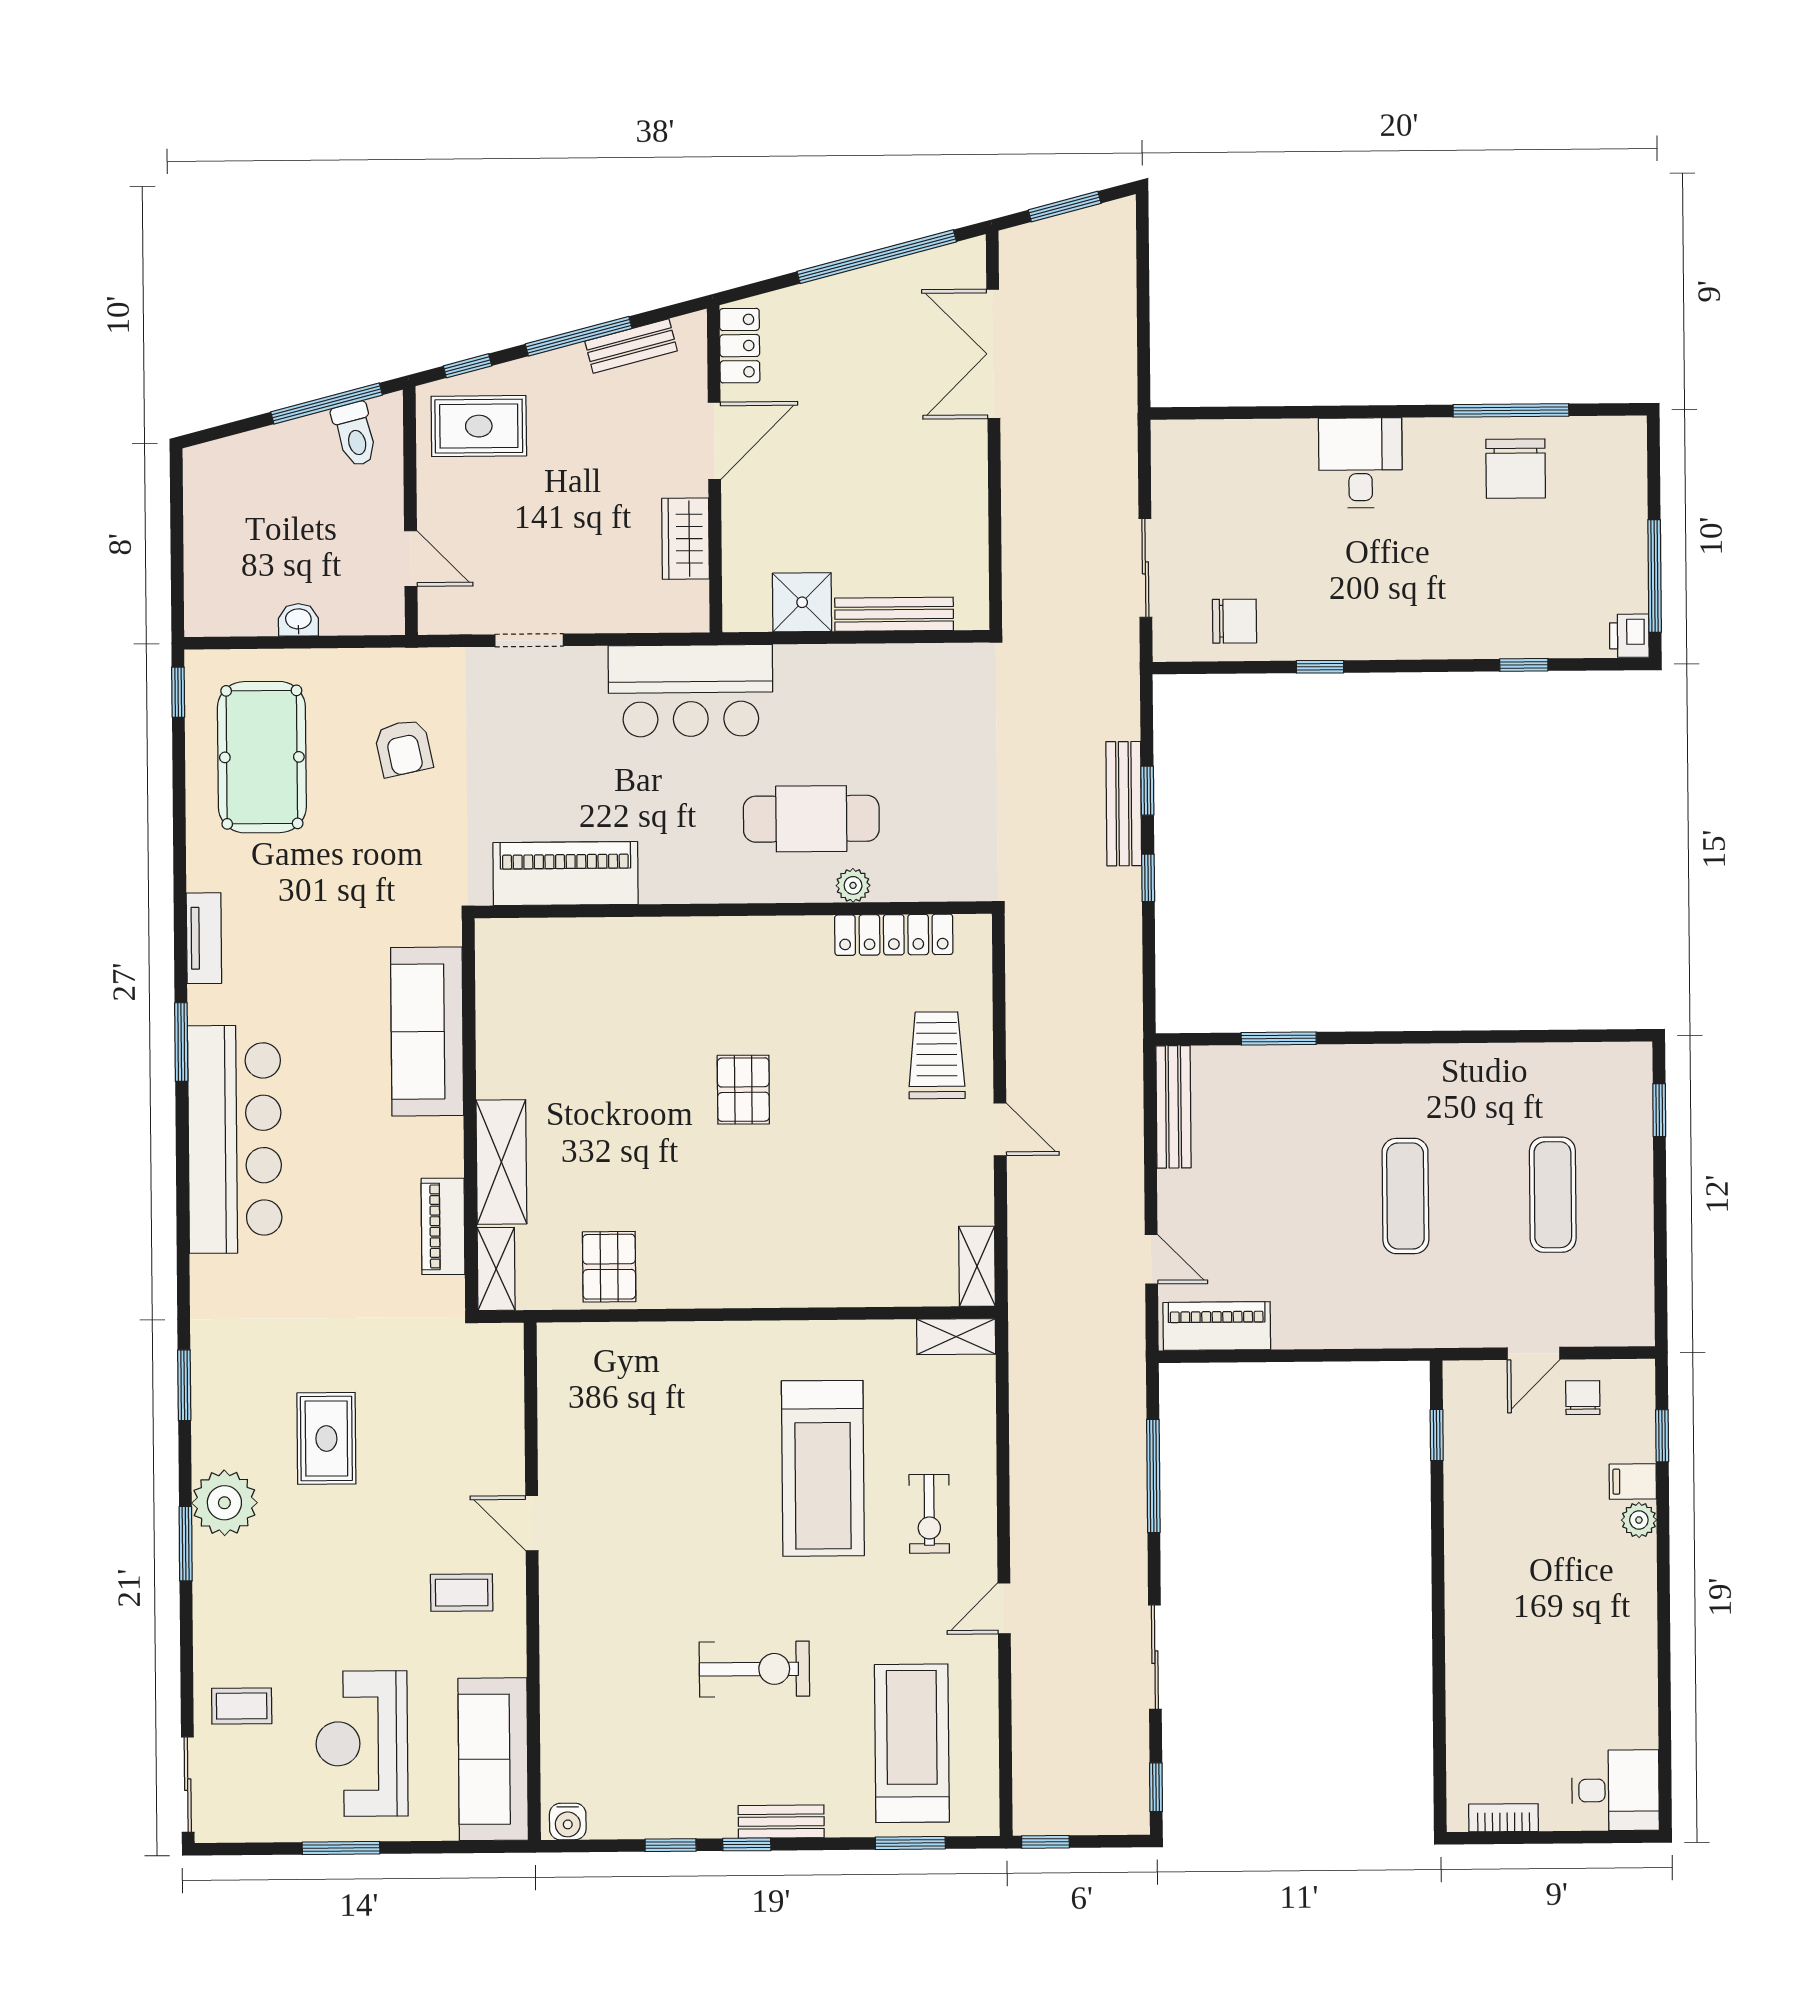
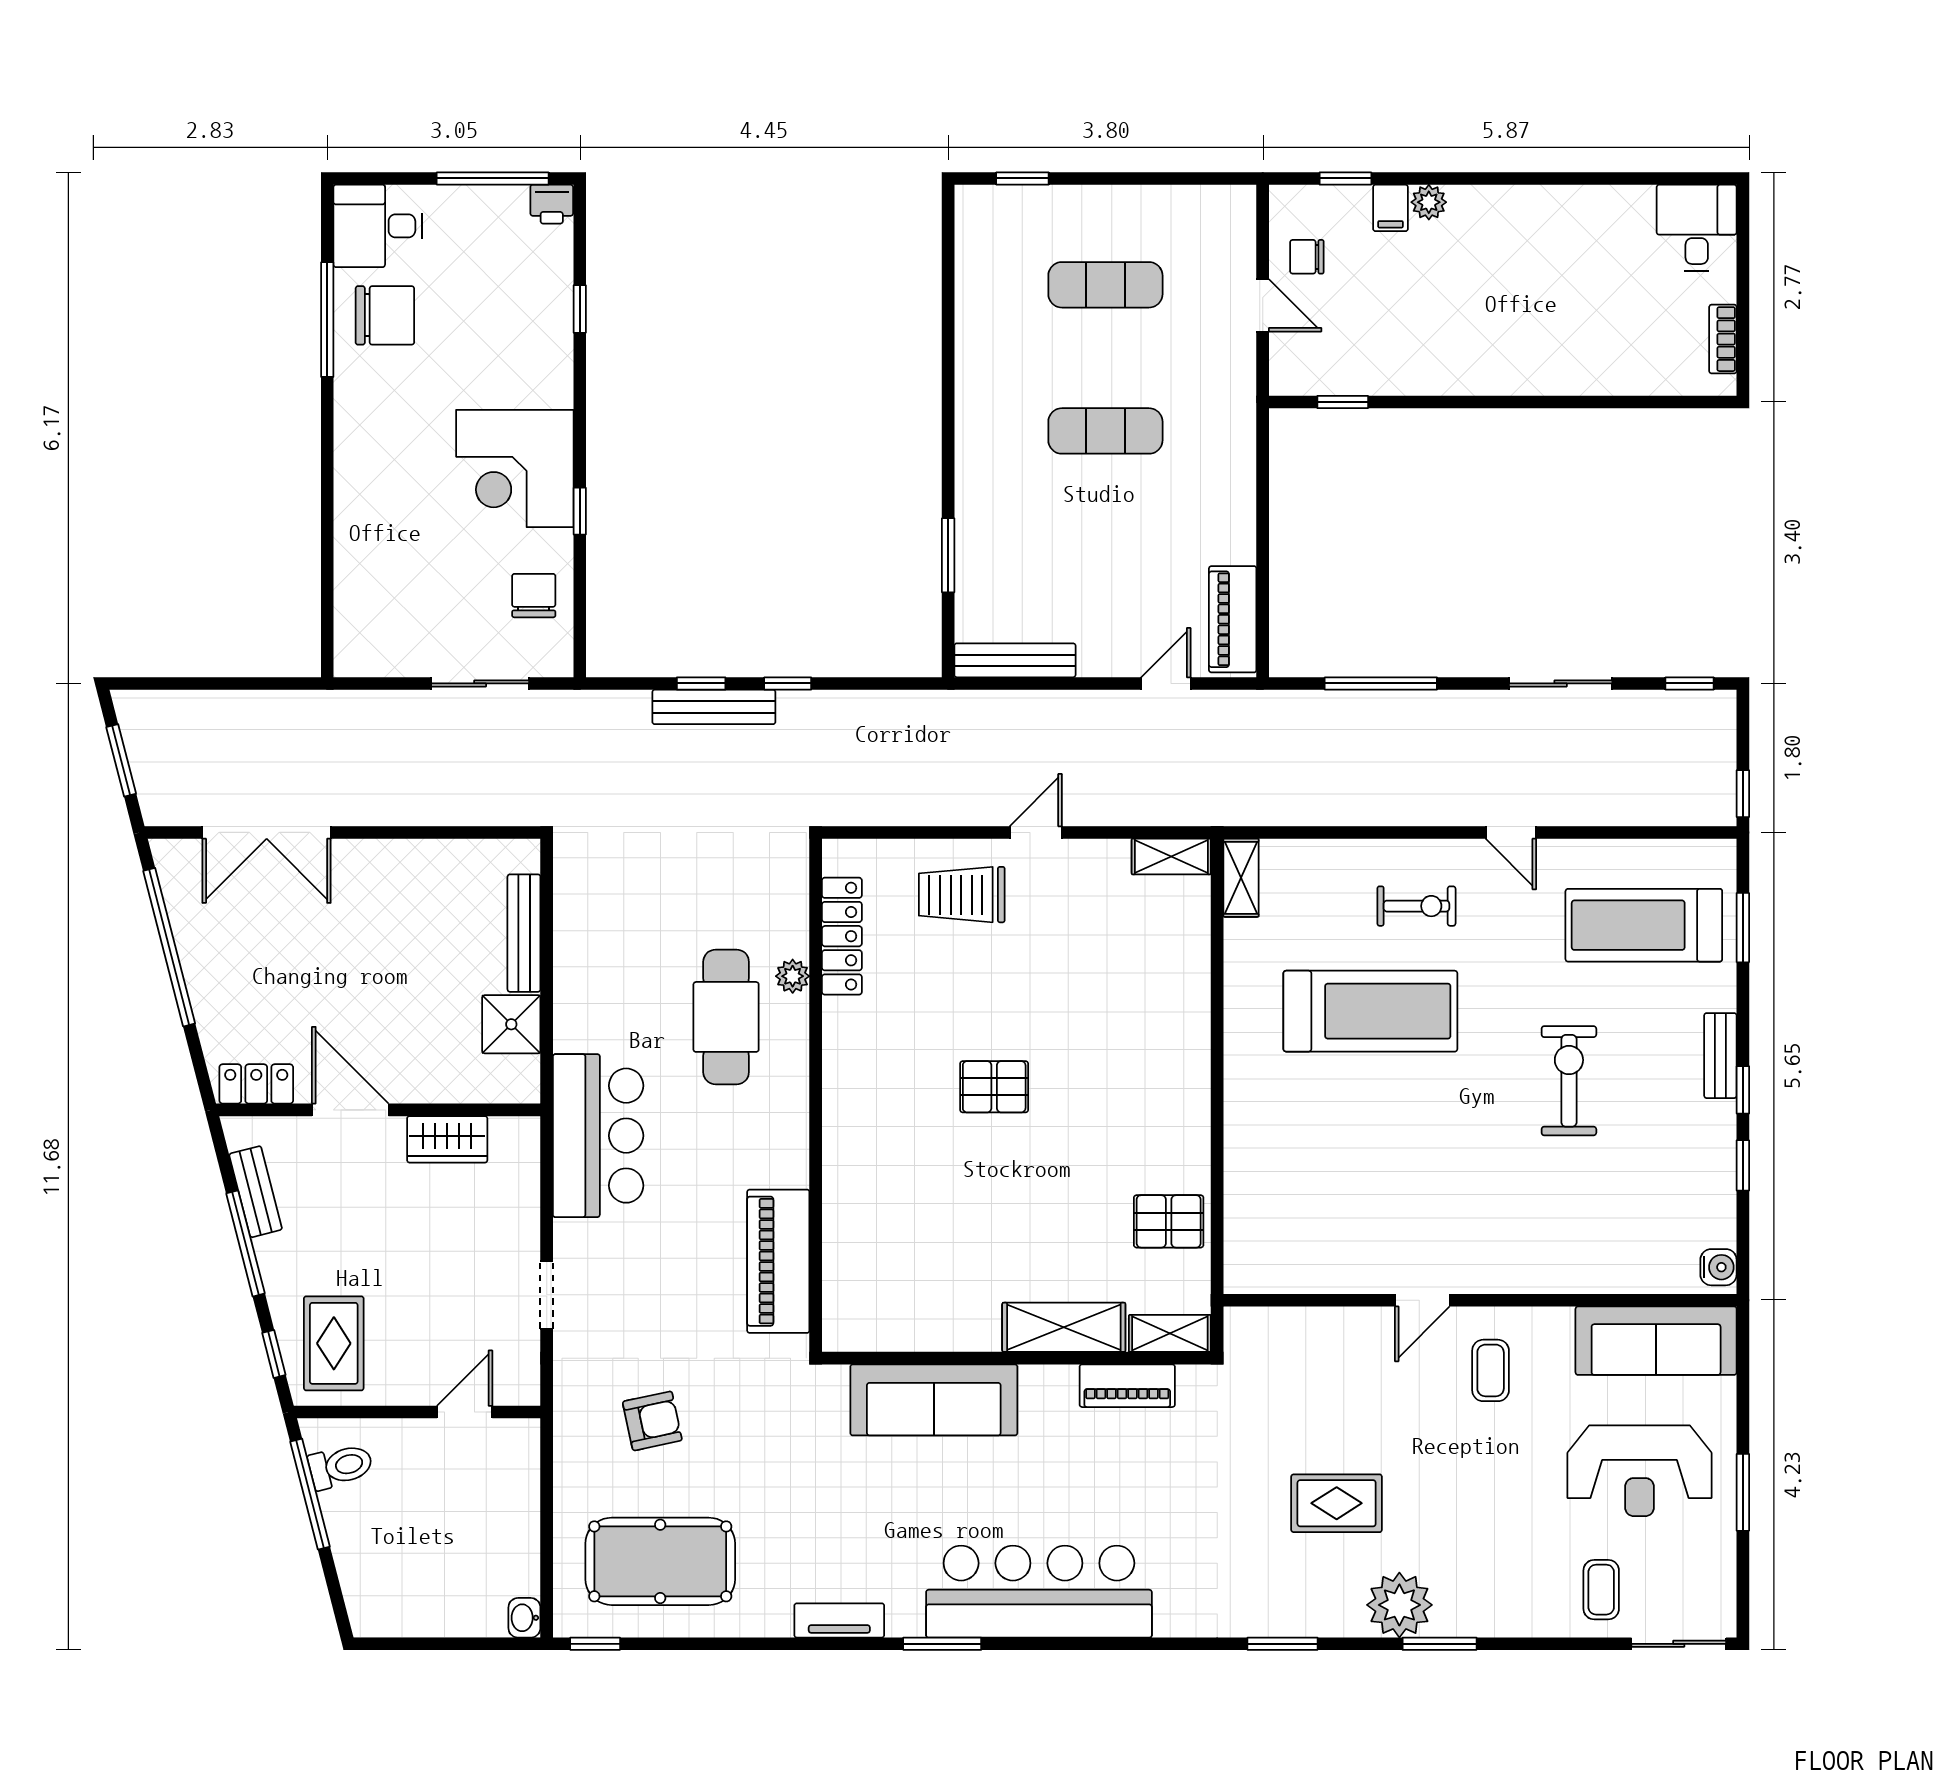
desk: (1360, 463) -> (378, 226), moved
corner desk: (1362, 601) -> (515, 469), added
washbasin: (298, 620) -> (524, 1618), moved

